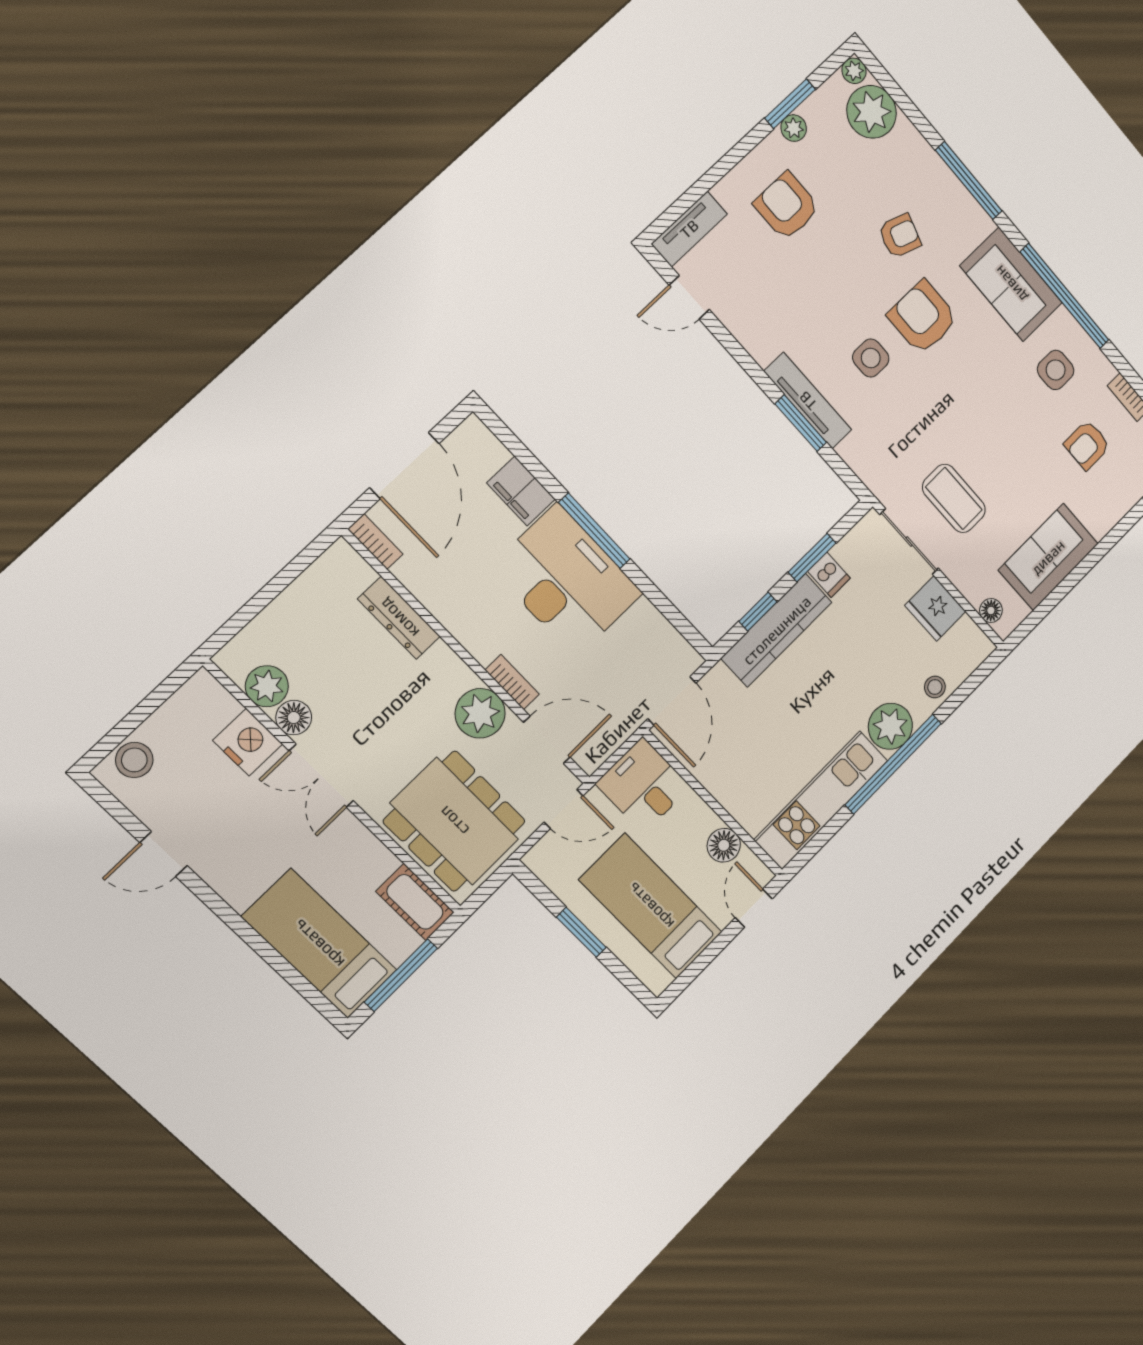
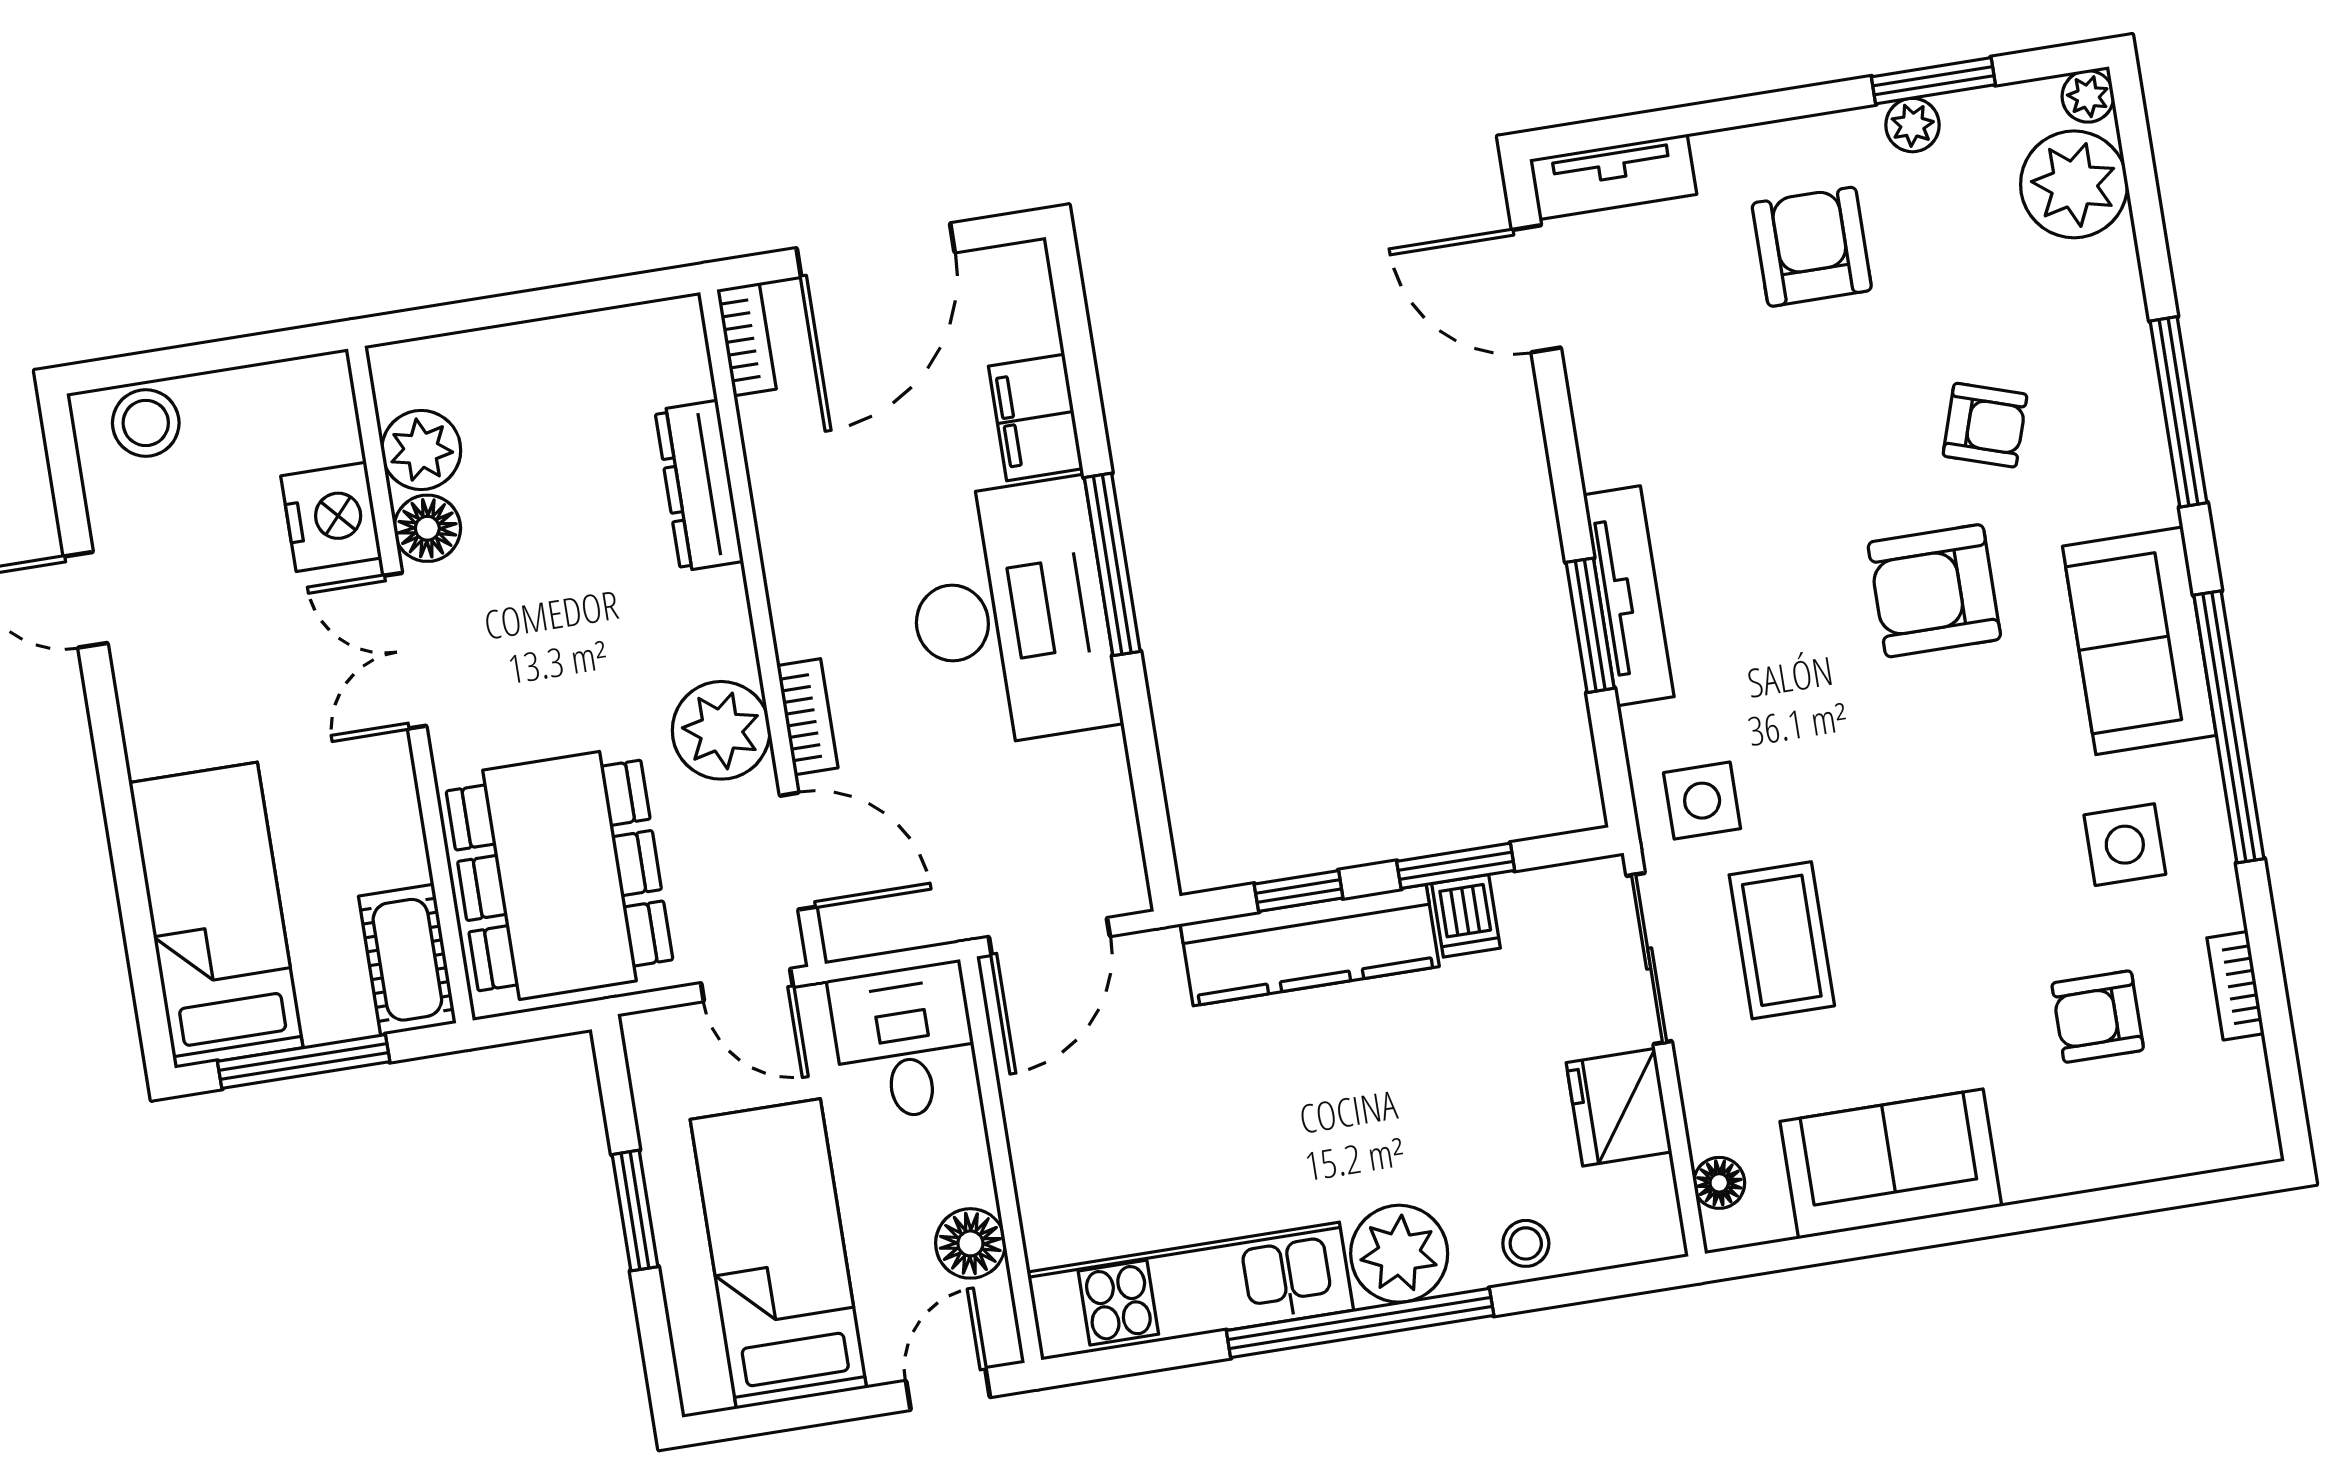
door: (689, 297) -> (1536, 289), width x1.38
armchair: (923, 317) -> (1934, 591), turned -90
side table: (871, 358) -> (1702, 801), moved

